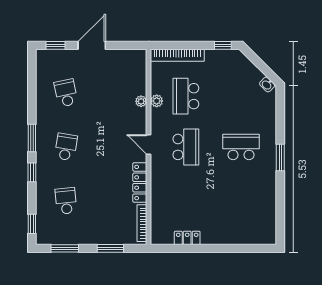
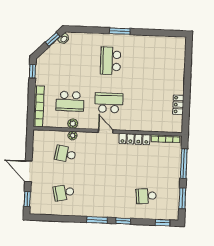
window: (266, 70) -> (53, 39), added
door: (149, 144) -> (106, 131), swing flipped
school desk: (66, 147) -> (65, 154), moved
window: (110, 248) -> (184, 164), width x1.44

